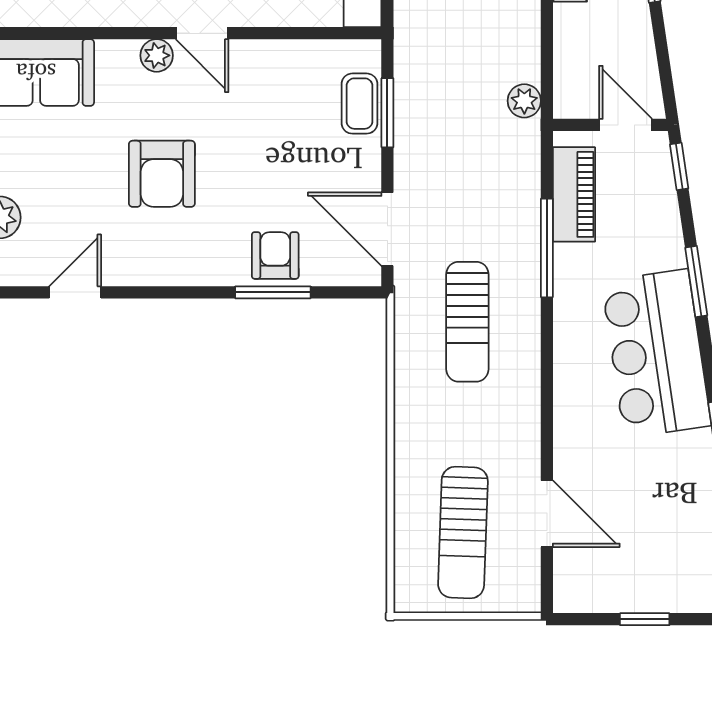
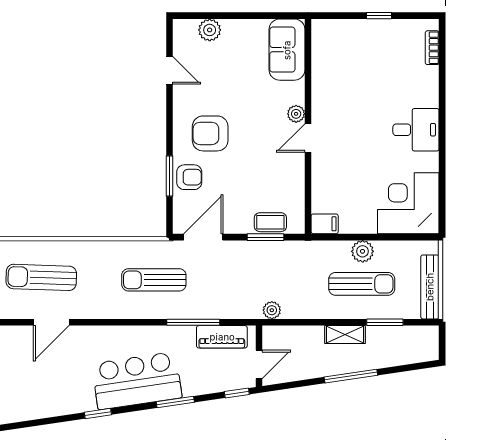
armchair: (162, 174) -> (210, 133), moved

